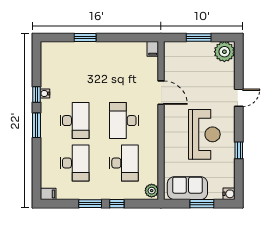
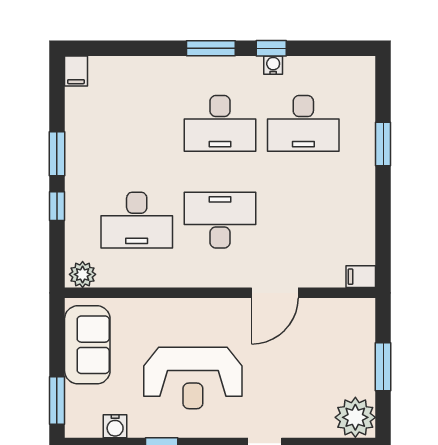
desk: (75, 163) -> (303, 123), moved
water cooler: (229, 194) -> (115, 426), moved
window: (202, 204) -> (57, 401), moved

